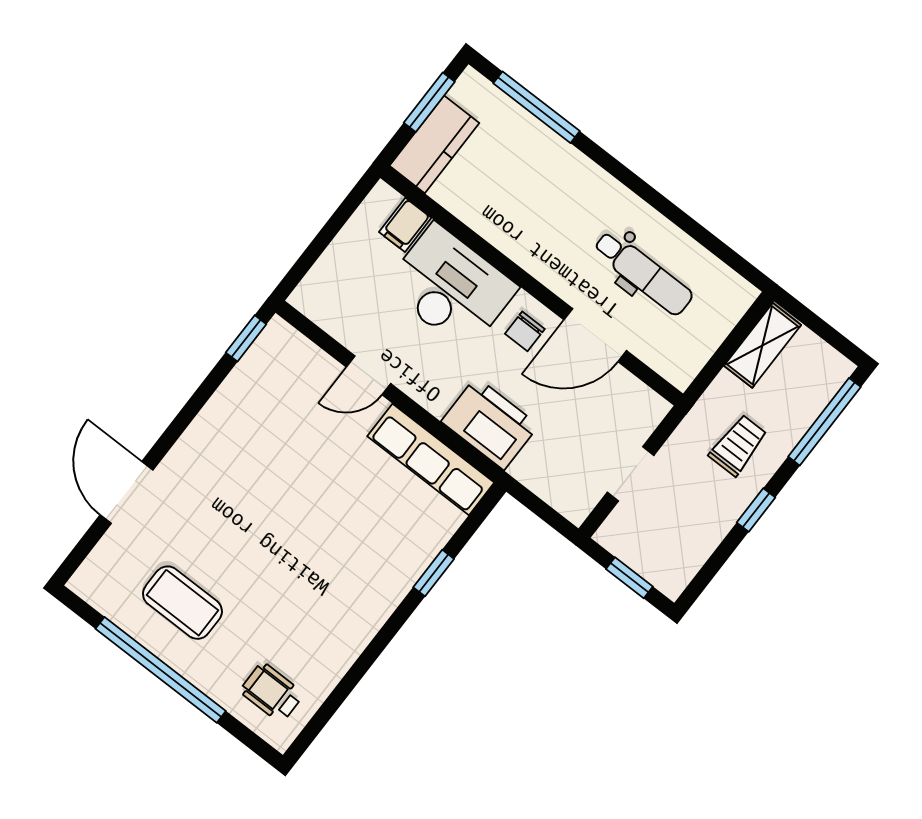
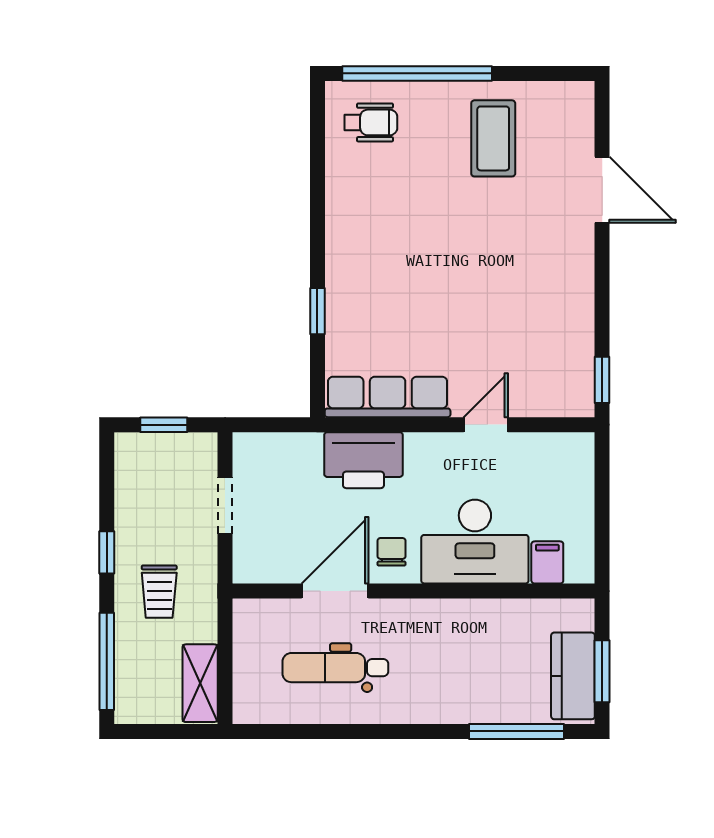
kitchen counter: (434, 144) -> (573, 676), moved
coffee table: (182, 603) -> (493, 138), turned 90
window: (161, 670) -> (417, 73), moved

